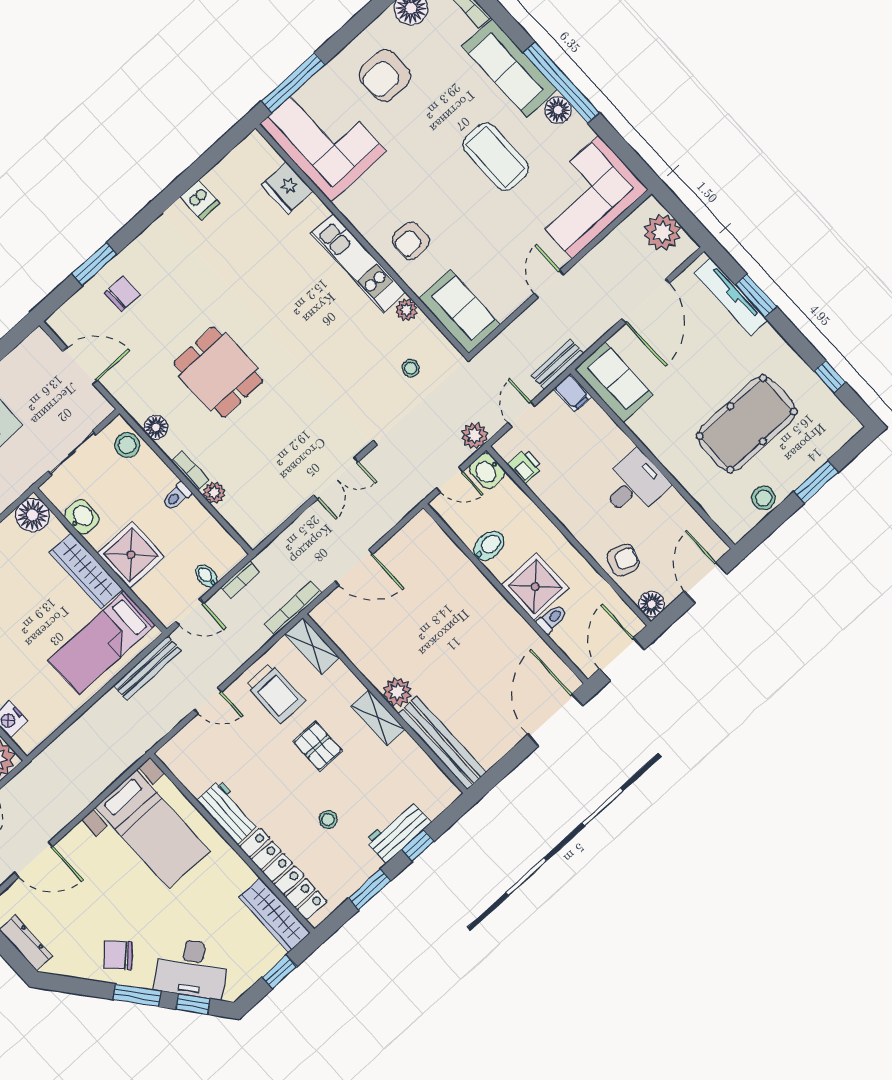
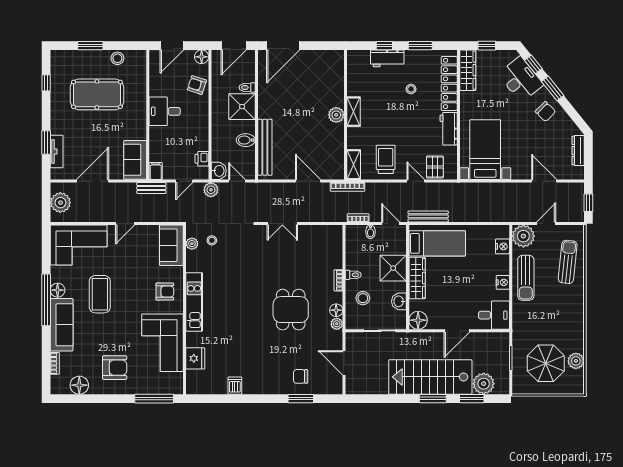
corner sofa: (323, 138) -> (162, 343), moved
tv unit: (731, 297) -> (57, 152), width x0.71
plant: (407, 310) -> (192, 244), moved
stool: (127, 445) -> (363, 298), moved
double door: (336, 478) -> (282, 223), swing flipped
plant: (214, 493) -> (337, 324), moved
bench: (442, 743) -> (265, 147), moved
pallet: (318, 746) -> (435, 167), moved

